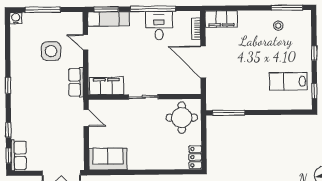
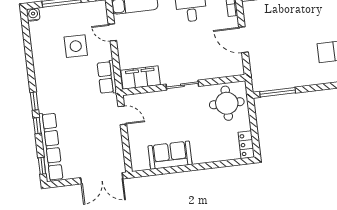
door: (203, 62) -> (243, 40), width x0.73
window: (8, 85) -> (34, 101), moved
window: (8, 130) -> (37, 126), moved
row of seats: (19, 155) -> (51, 147), width x2.02
sofa: (108, 159) -> (170, 155), moved

